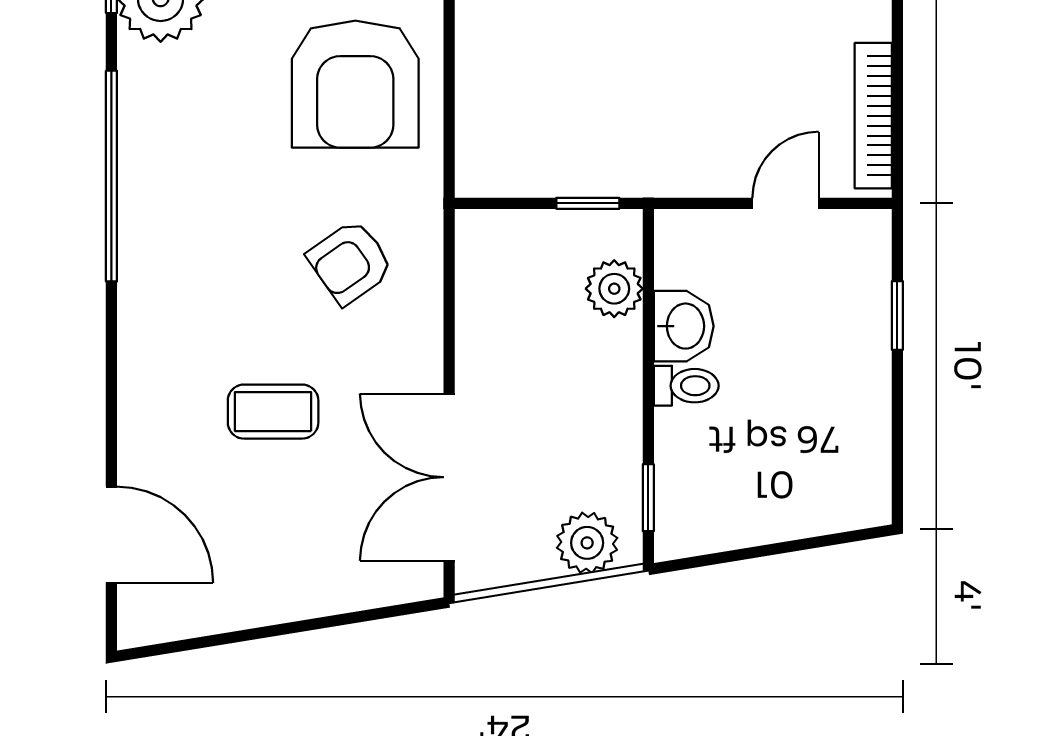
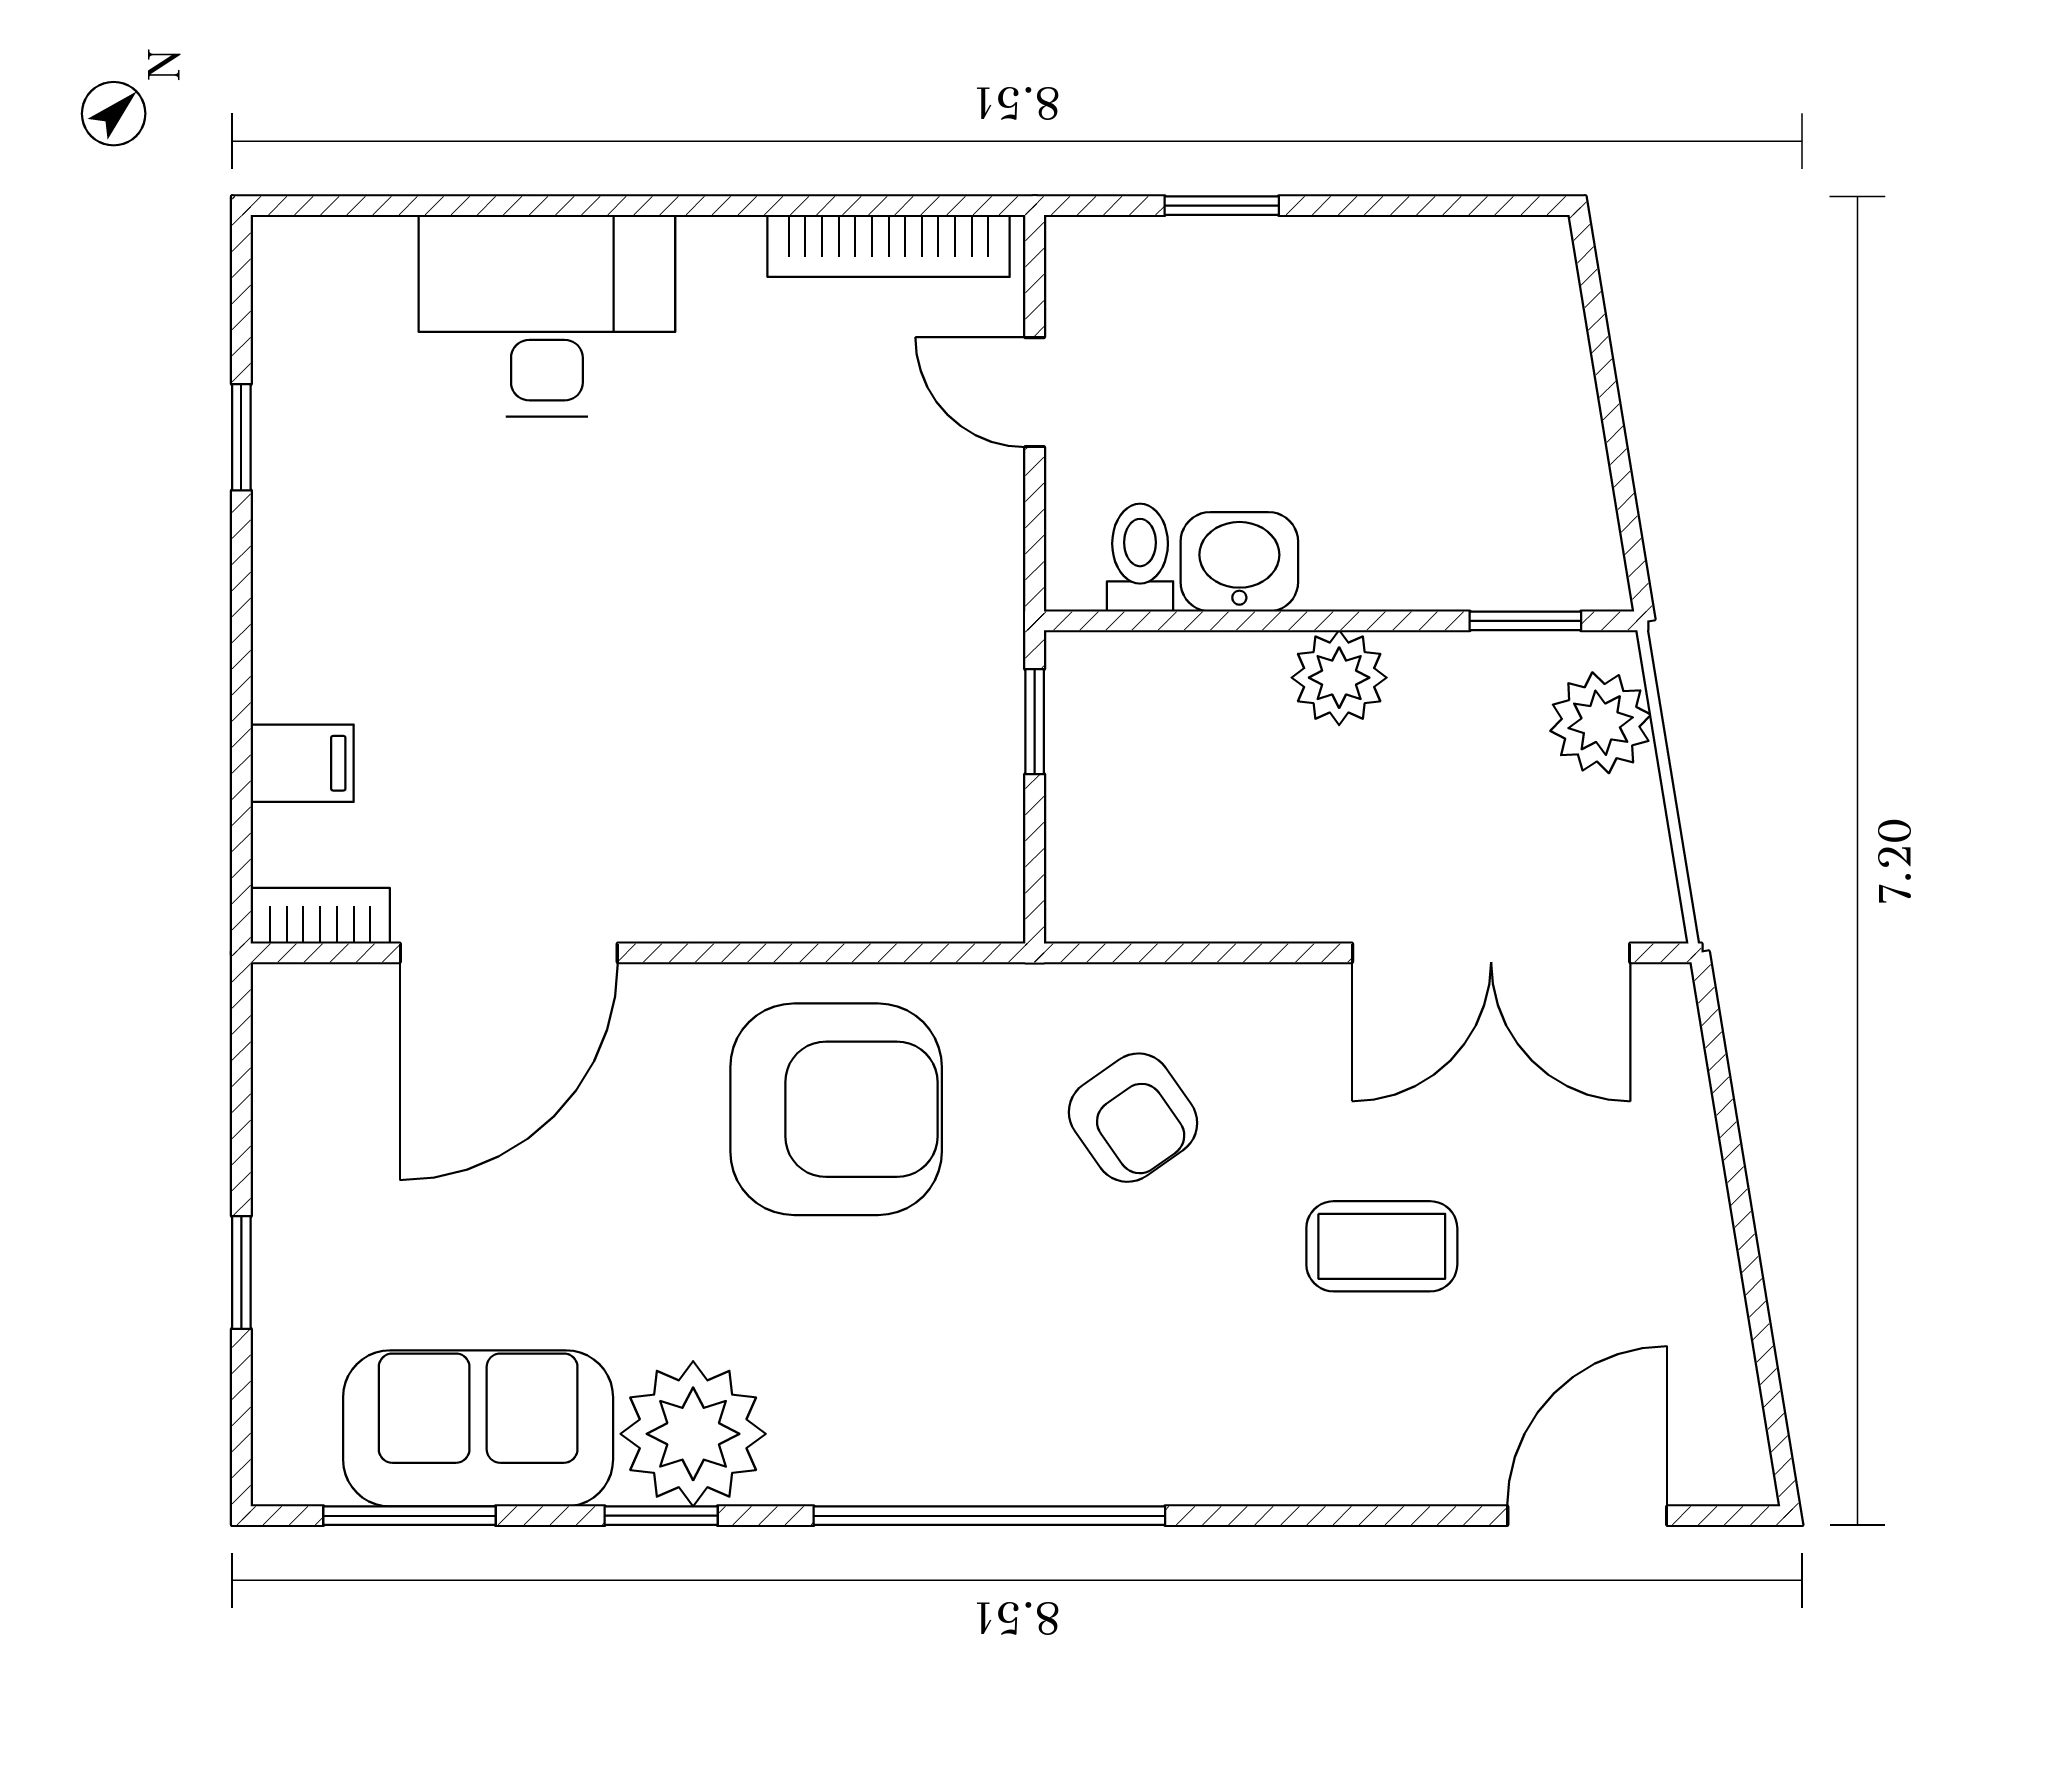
plant: (614, 289) -> (1339, 678), moved
toilet: (686, 386) -> (1140, 558), moved
coffee table: (273, 412) -> (1382, 1246), turned 90

